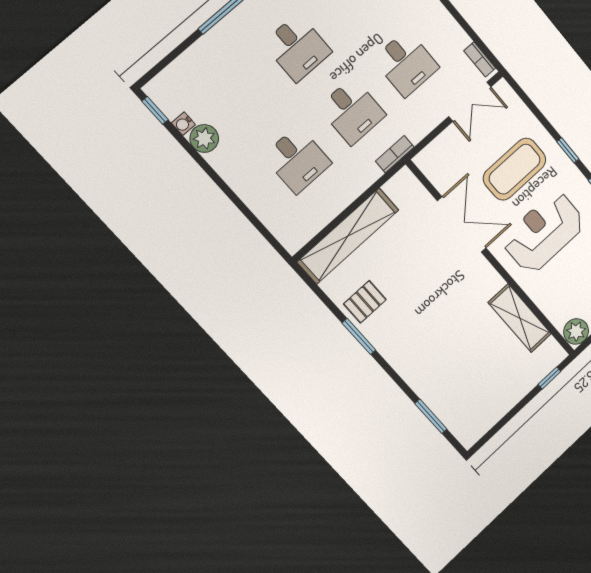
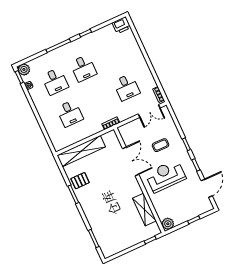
desk: (352, 111) -> (55, 81), moved
plant: (204, 138) -> (24, 69), moved
coffee table: (515, 169) -> (160, 145), width x0.54, depth x0.58

